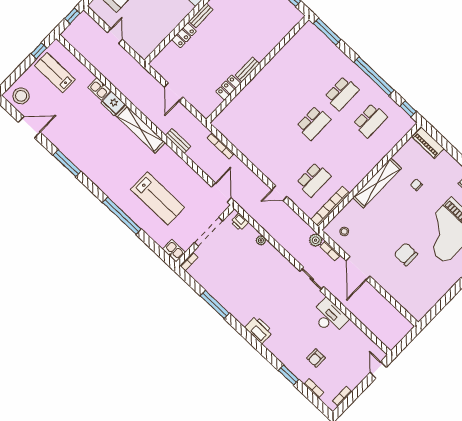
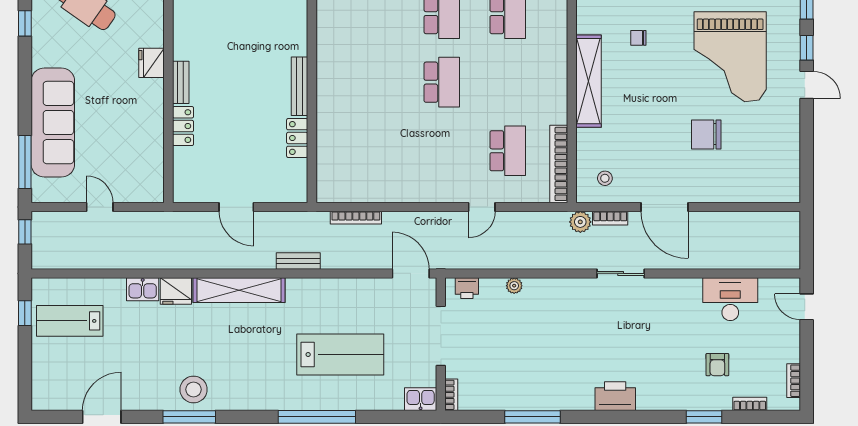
bench: (247, 69) -> (299, 86), width x1.36
stool: (21, 96) -> (194, 389), moved
desk: (329, 317) -> (730, 299), moved

